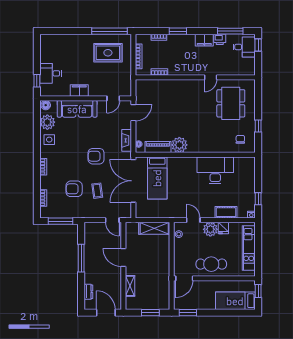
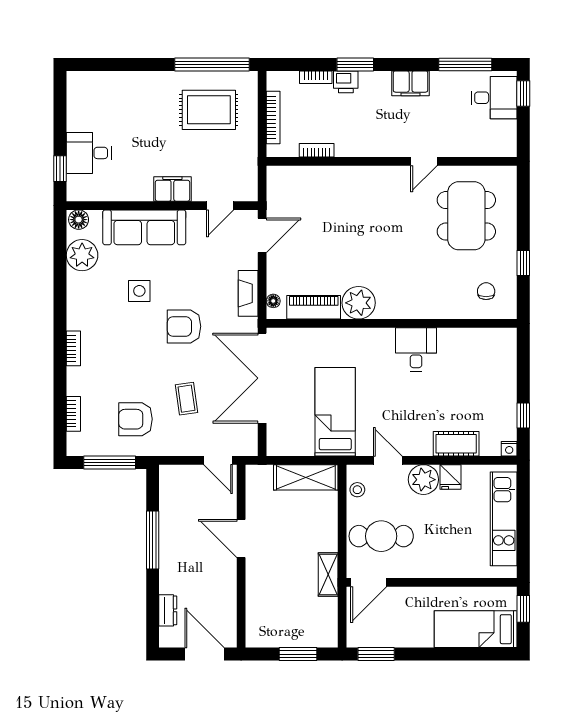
printer: (220, 39) -> (346, 82), moved
filing cabinet: (79, 91) -> (172, 189), moved
side table: (49, 140) -> (139, 291), moved
desk: (215, 170) -> (416, 350), width x0.53, depth x0.77
bed: (157, 178) -> (335, 412), moved, turned 180
armchair: (74, 189) -> (135, 419), moved
cafe table: (211, 264) -> (381, 536), moved
shelving: (130, 286) -> (328, 575), moved

